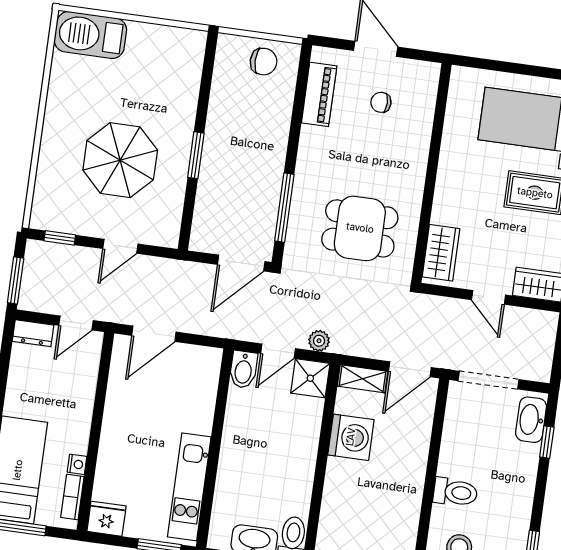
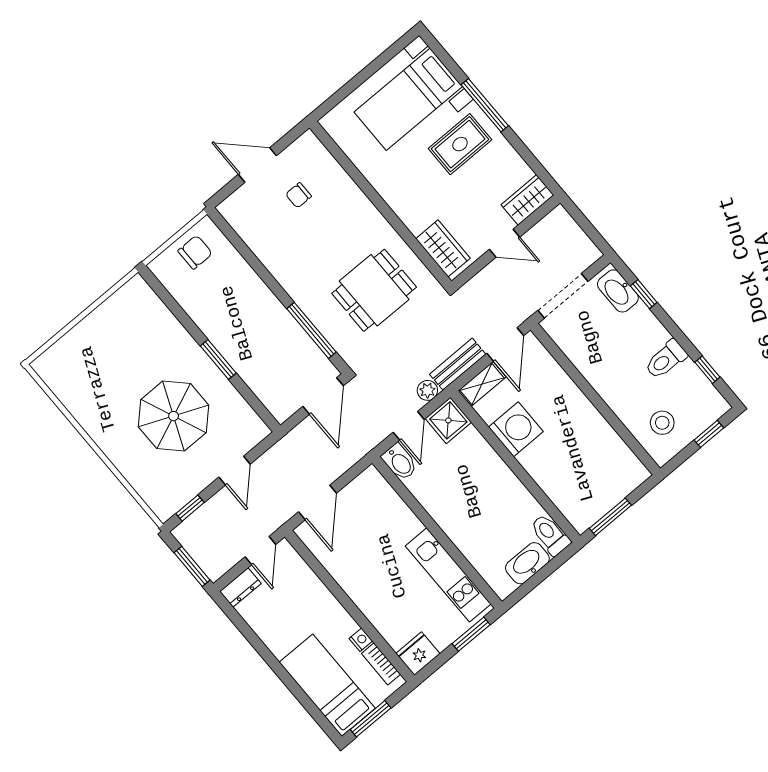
barbecue: (90, 35) -> (66, 358), removed
piano: (319, 94) -> (254, 234), removed
bench: (361, 346) -> (458, 364), added
toilet: (455, 492) -> (666, 360), moved, turned 180

